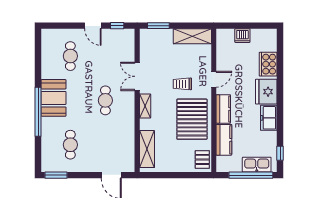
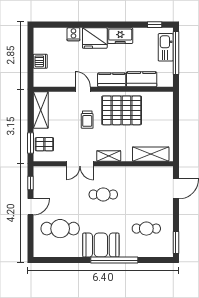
cafe table: (70, 56) -> (60, 229), width x1.37, depth x1.35
cooker: (268, 64) -> (73, 34), width x0.53, depth x0.76
pallet: (202, 159) -> (44, 144), moved

